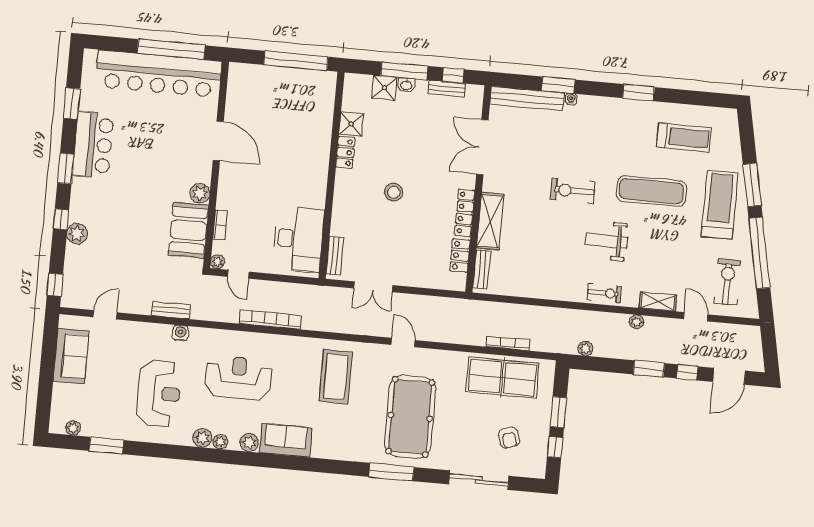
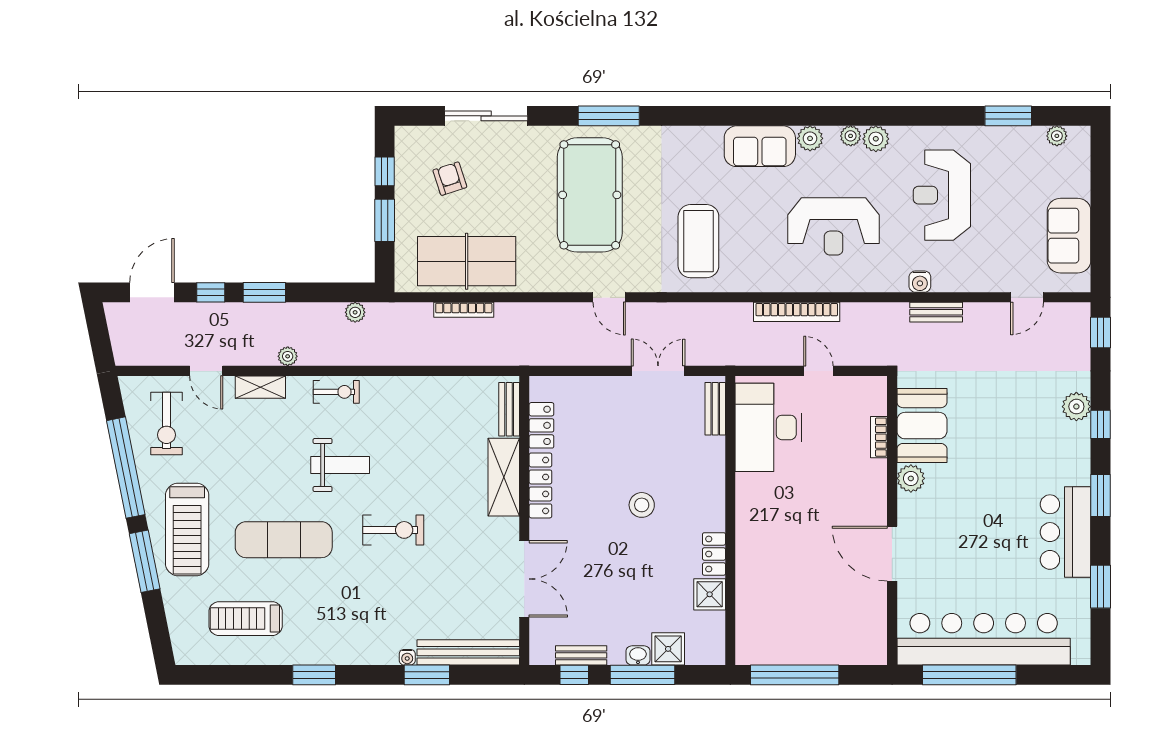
plant: (218, 262) -> (877, 386), removed
door: (238, 274) -> (818, 371), moved
exercise bike: (604, 293) -> (336, 392), turned 180

